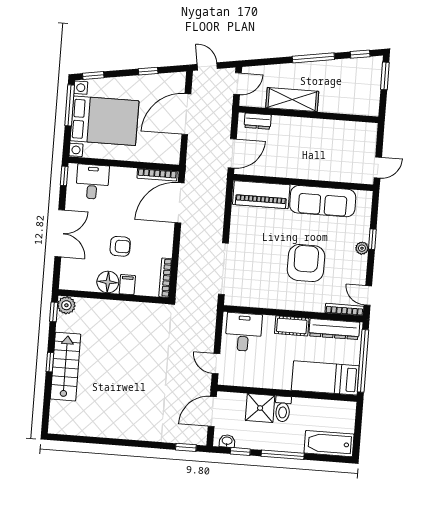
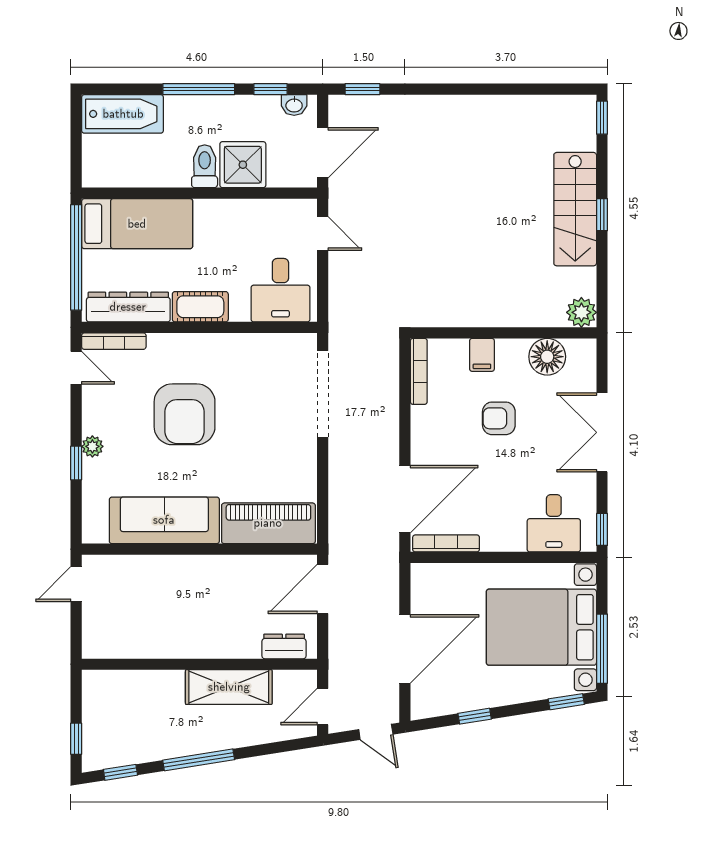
window: (385, 76) -> (76, 739), width x0.67
floor lamp: (108, 282) -> (547, 357), moved
window: (54, 312) -> (602, 118), moved

